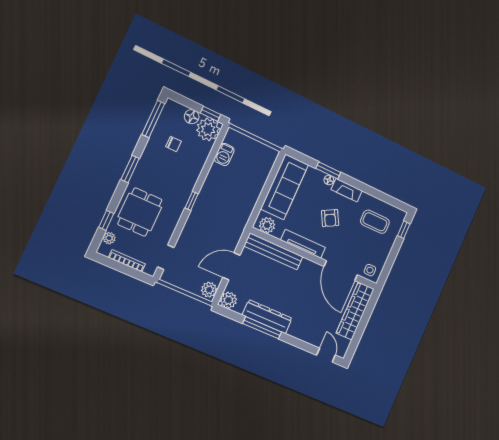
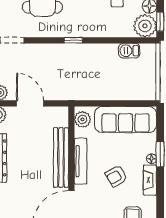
bench: (273, 251) -> (61, 157), moved

